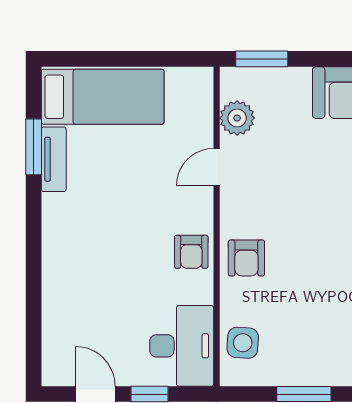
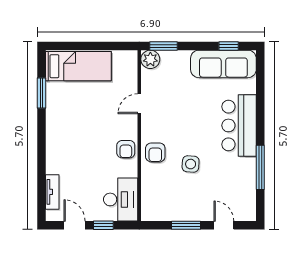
plant: (237, 118) -> (150, 59), moved
tv unit: (54, 159) -> (52, 192), moved
side table: (243, 343) -> (191, 164), moved

